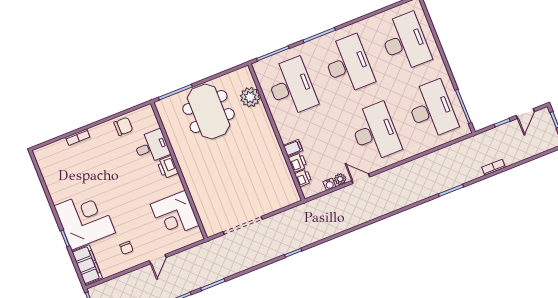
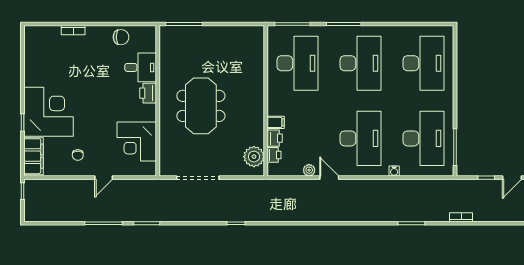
plant: (250, 97) -> (254, 157), moved
meeting table: (208, 111) -> (201, 106), moved
water cooler: (329, 184) -> (394, 171), moved

